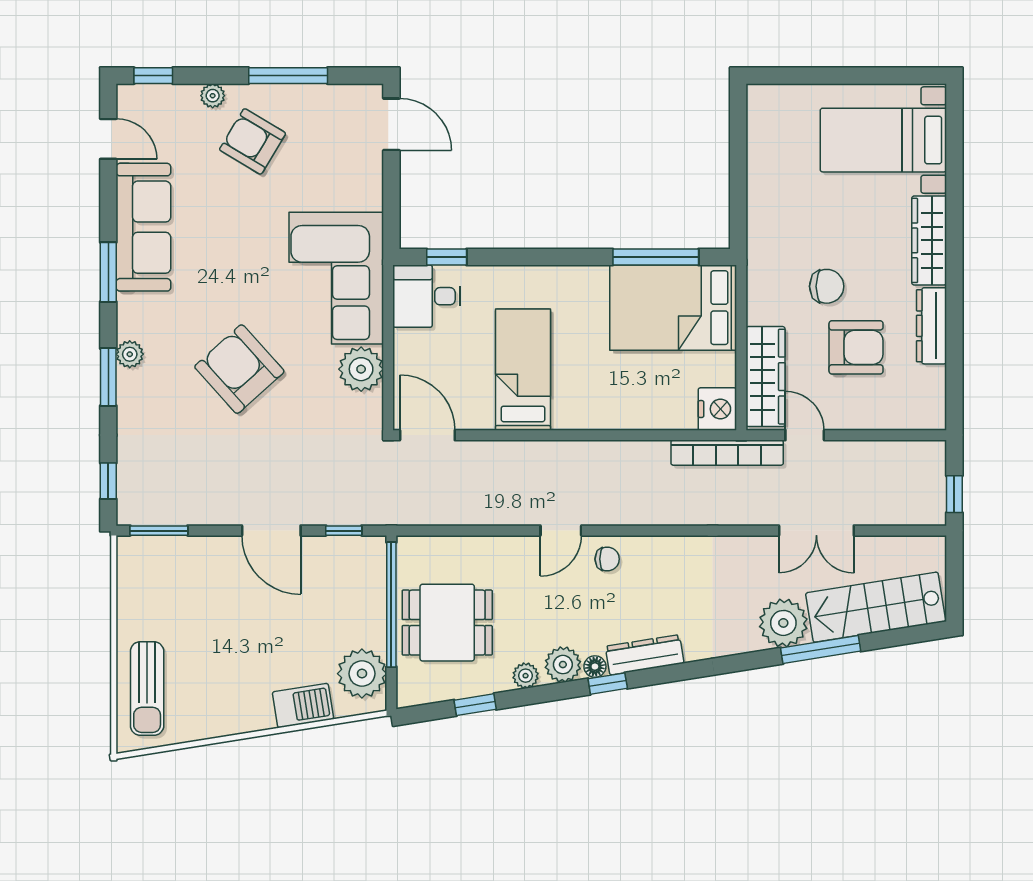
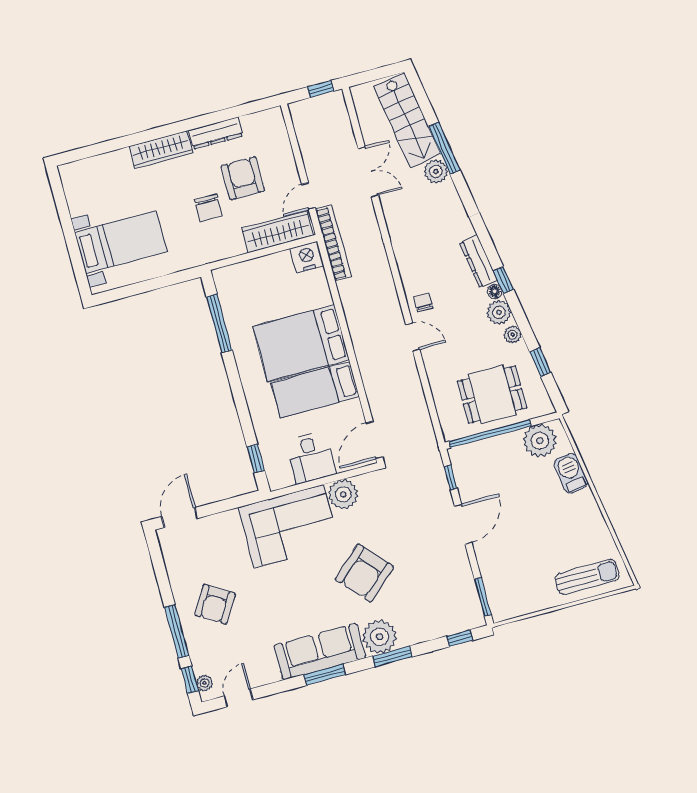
window: (288, 76) -> (177, 631), moved
plant: (213, 96) -> (205, 683), moved
bed with nightstands: (883, 140) -> (121, 242), moved, turned -90
sofa: (143, 227) -> (320, 652), moved
chair: (827, 286) -> (208, 208), turned 180
desk: (427, 296) -> (311, 458), moved
bed: (673, 308) -> (301, 343), moved, turned 90
plant: (130, 354) -> (380, 637), width x1.88, depth x1.88
dining table: (447, 623) -> (492, 394), turned 90
plant: (783, 623) -> (436, 171), width x0.73, depth x0.73

